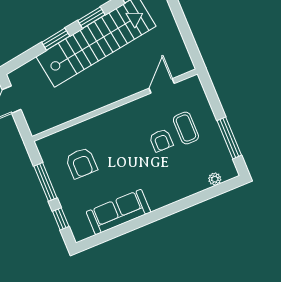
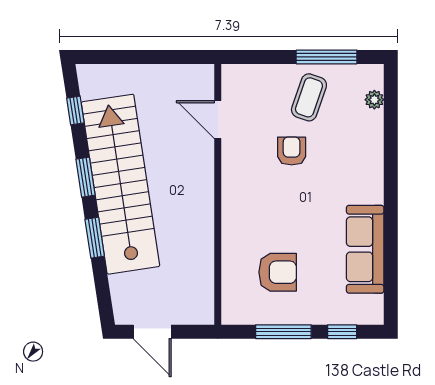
coffee table: (186, 128) -> (309, 97), moved, turned -71
armchair: (161, 140) -> (292, 151), turned -90

